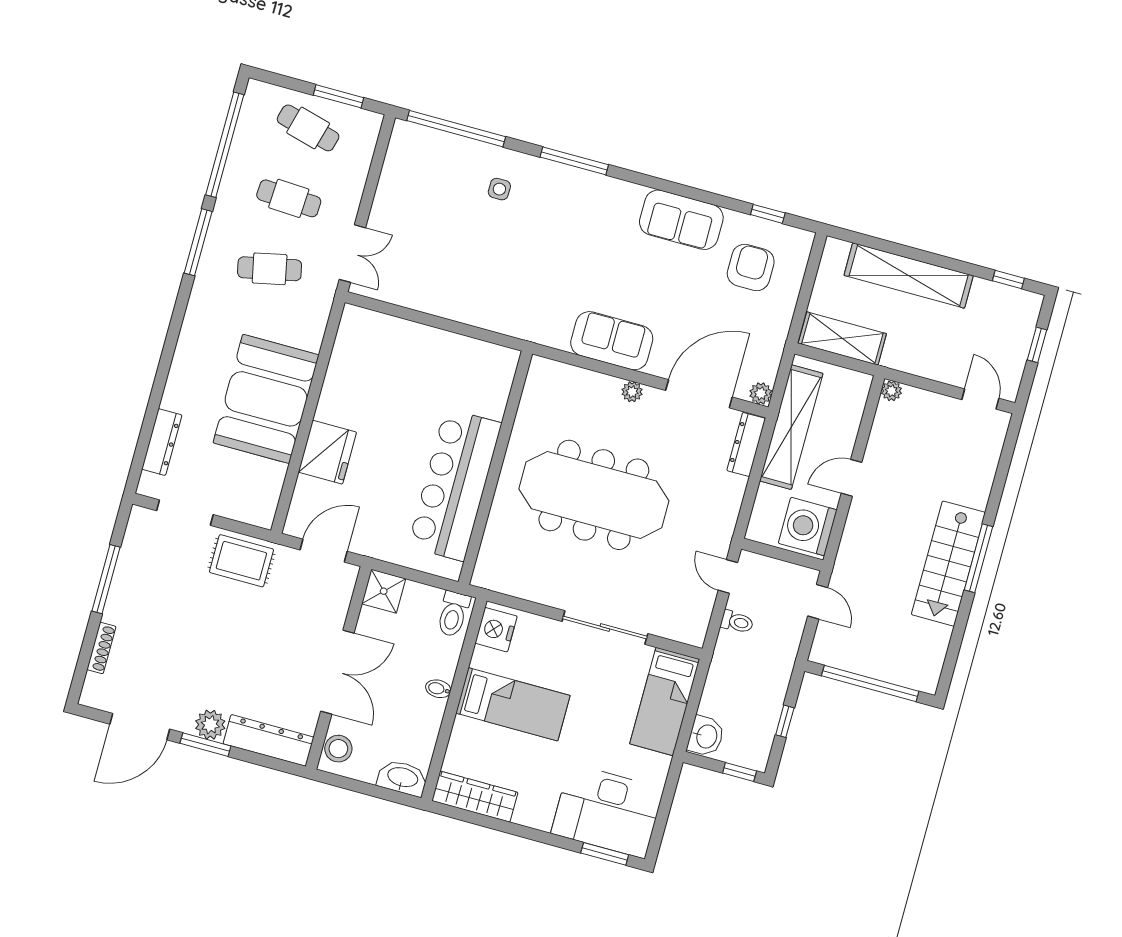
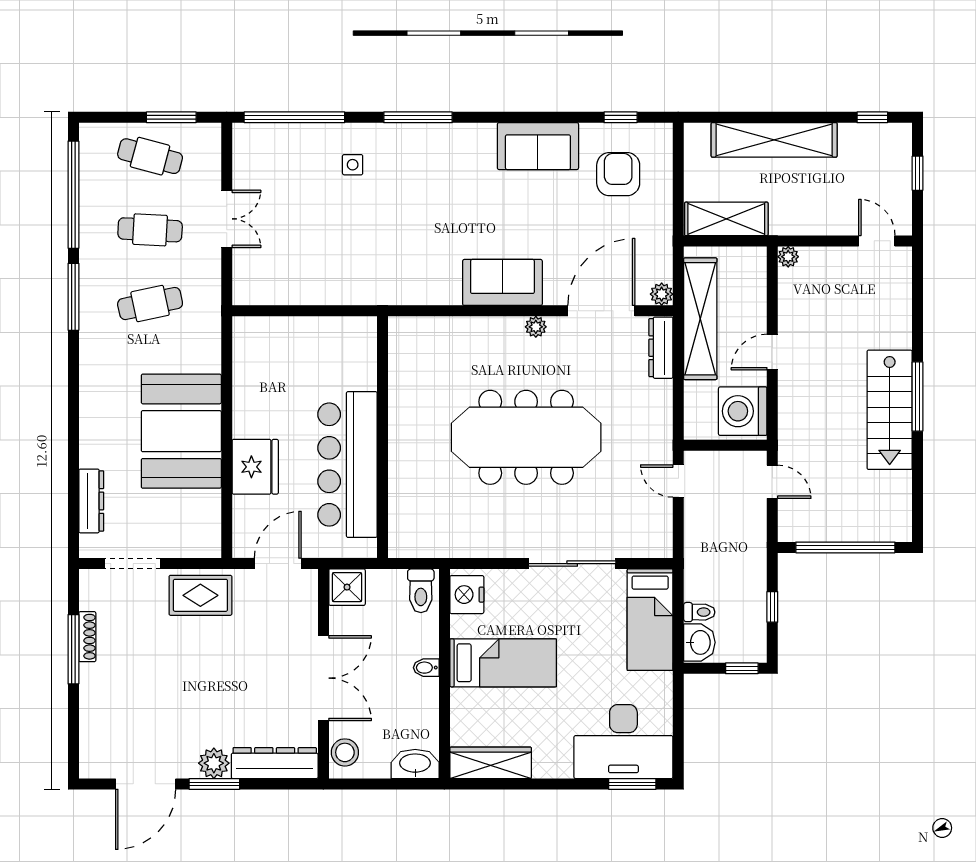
double door: (352, 254) -> (227, 219), moved
wall: (495, 468) -> (383, 437), moved
bar counter: (455, 485) -> (348, 465), moved
toilet: (737, 622) -> (699, 612), moved
shoe rack: (101, 648) -> (87, 637), moved

